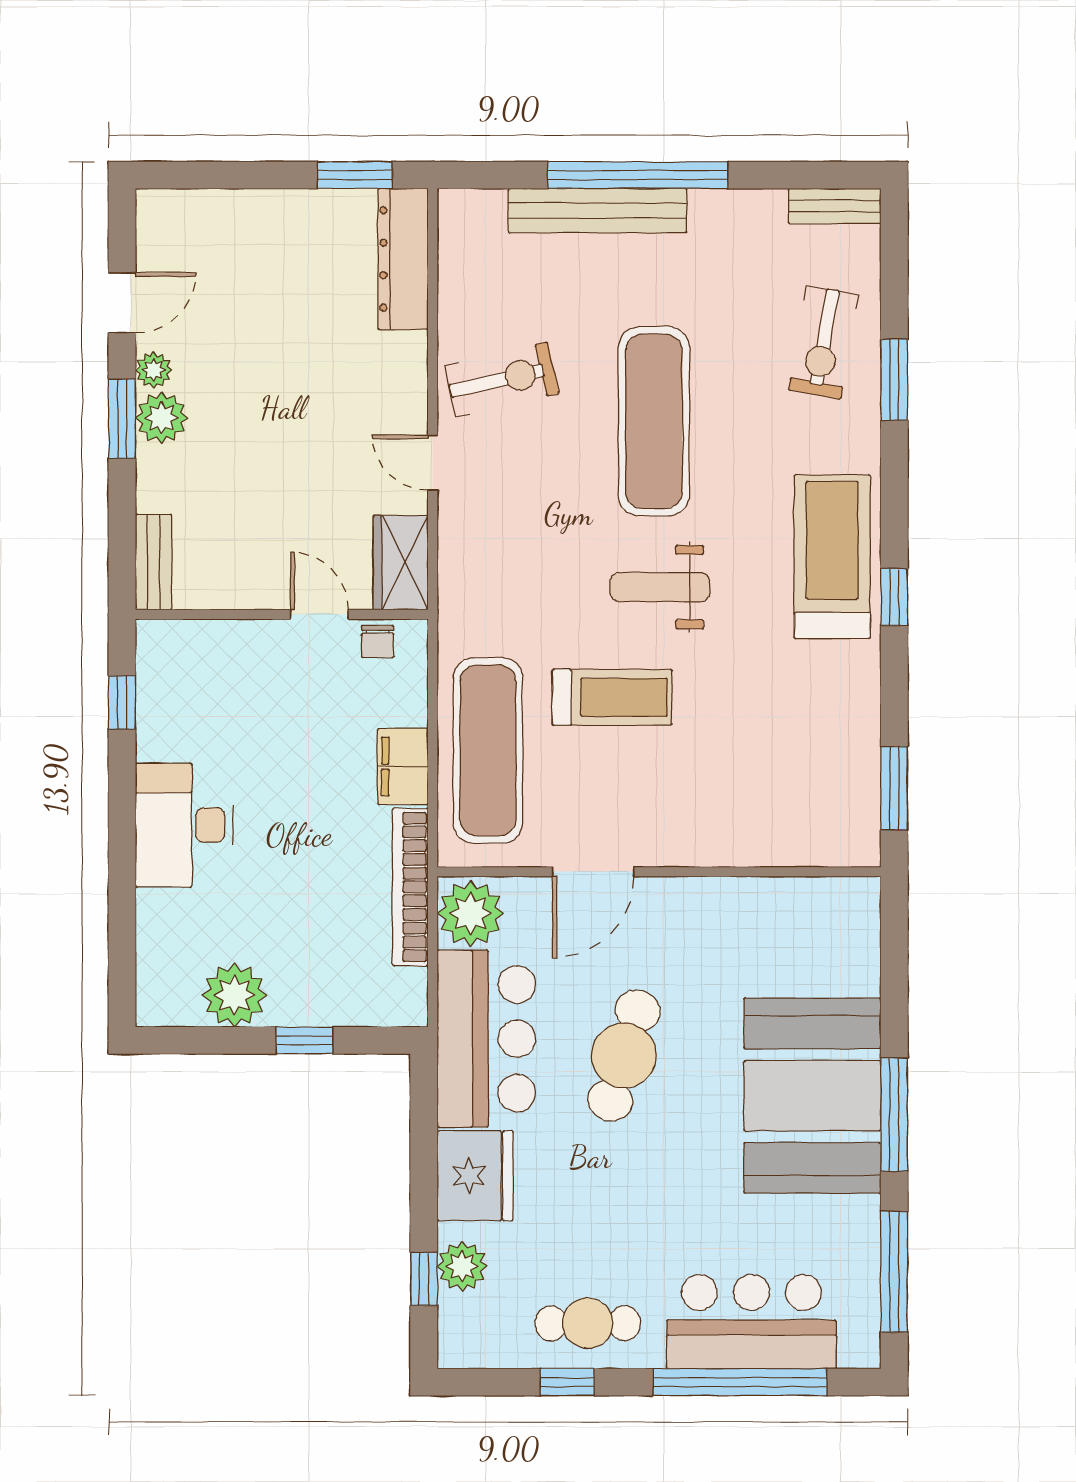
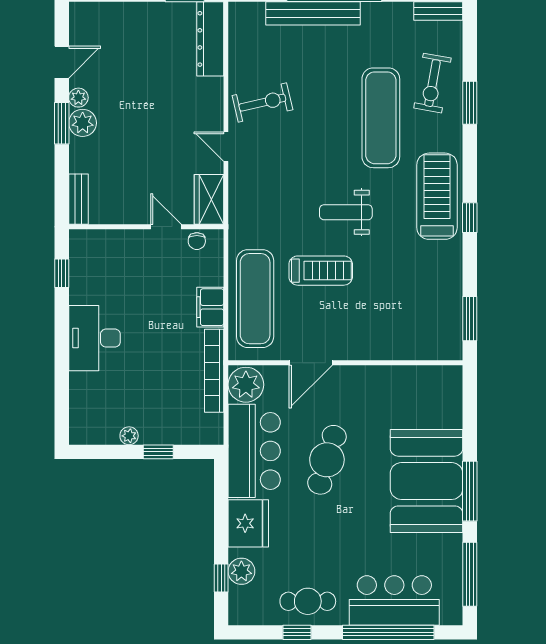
exercise mat: (654, 421) -> (381, 118), moved
plant: (234, 995) -> (129, 436), width x0.53, depth x0.53

